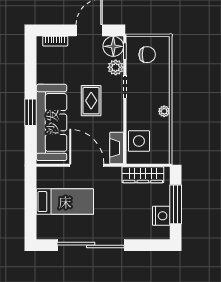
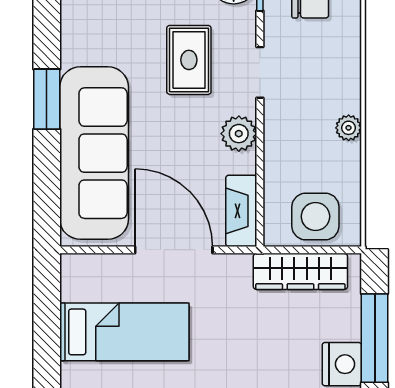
plant: (116, 67) -> (239, 134), moved
rug: (91, 101) -> (189, 60), moved
window: (31, 112) -> (47, 99), moved
side table: (139, 141) -> (315, 216), moved

